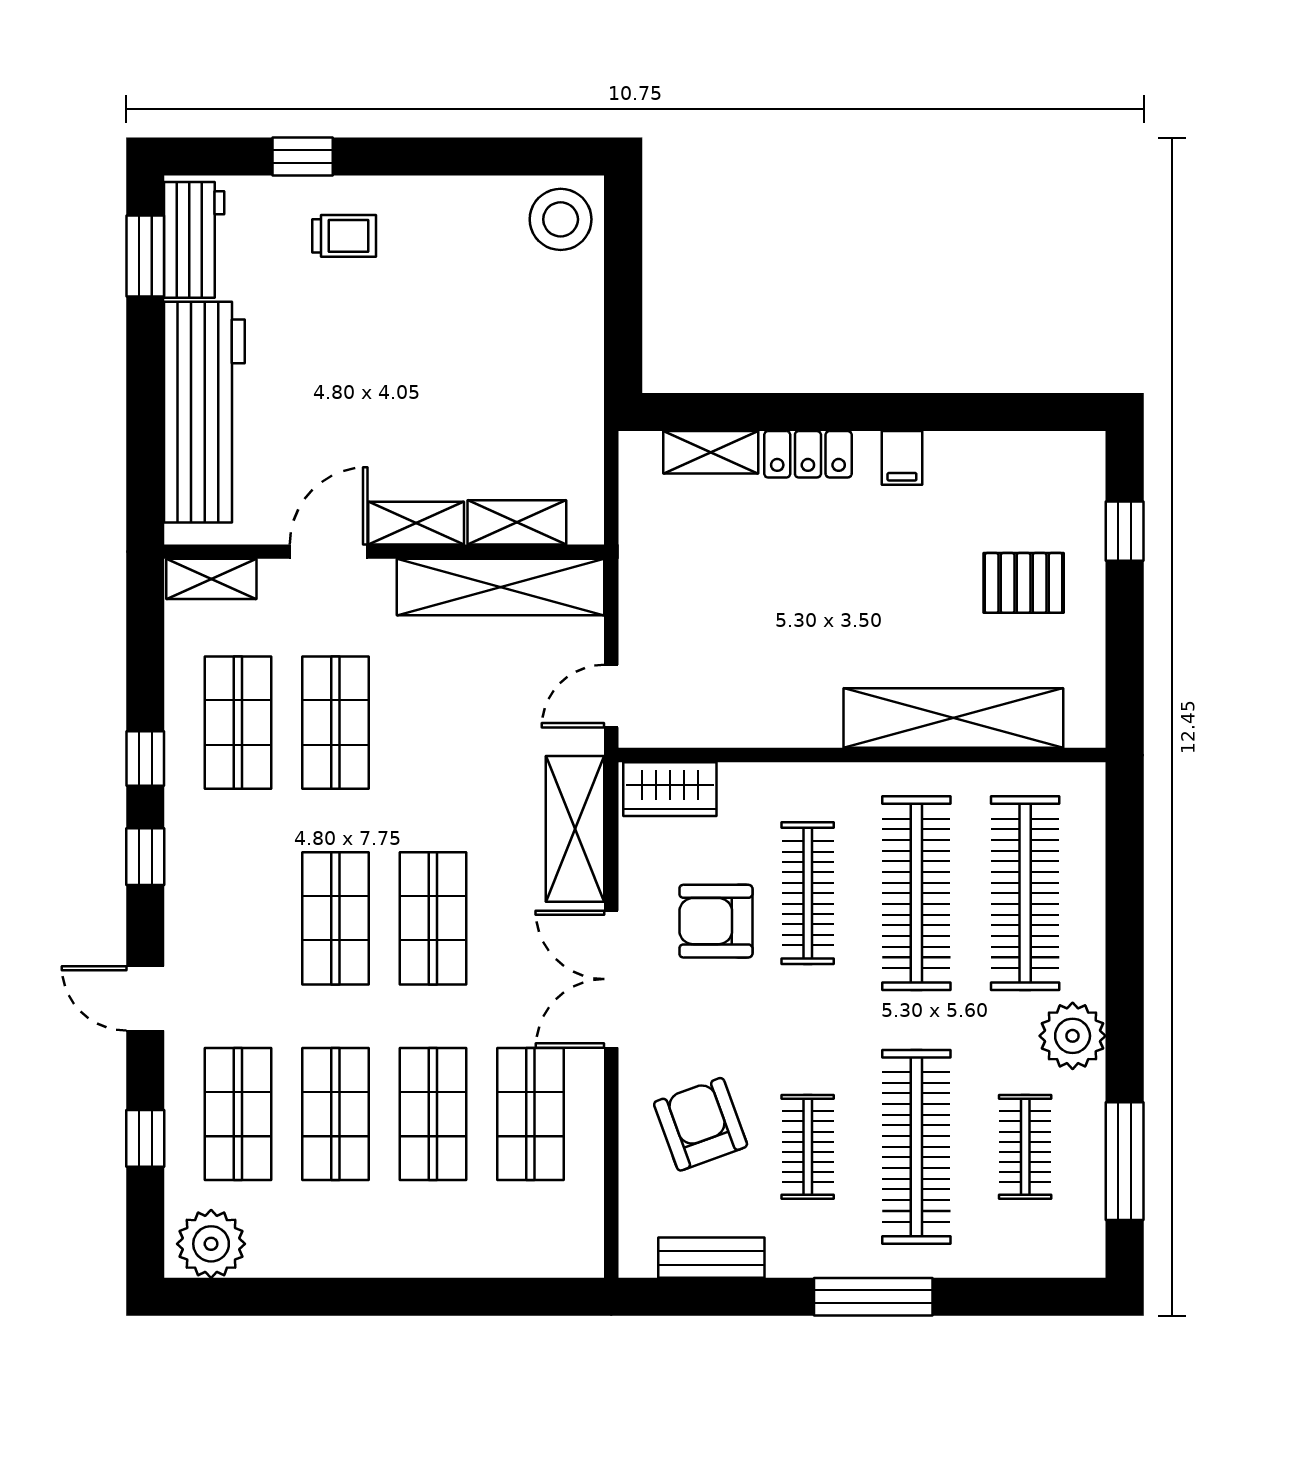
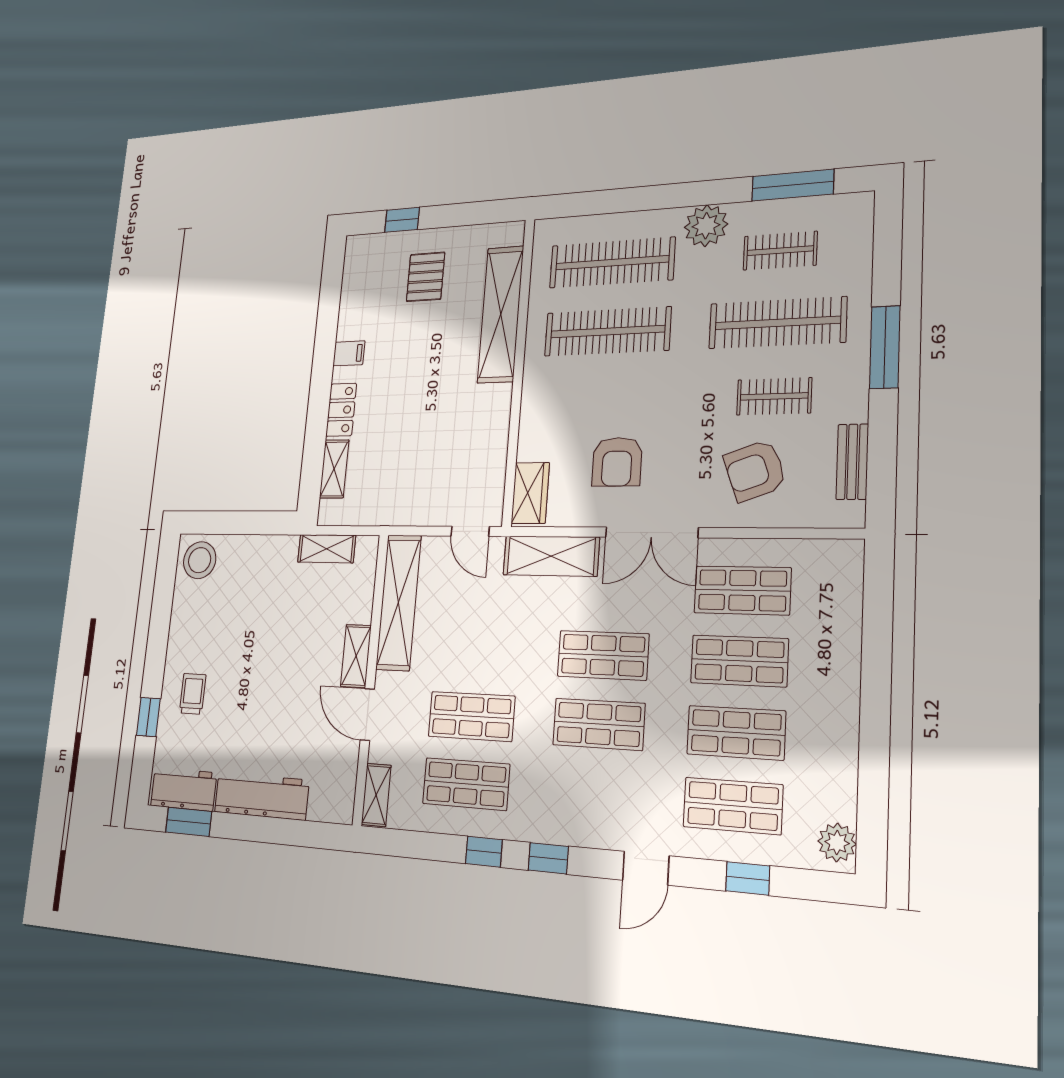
workbench: (204, 412) -> (261, 796), width x0.73, depth x0.76
shelving: (517, 522) -> (327, 549), moved, turned 90
clothes rail: (808, 893) -> (603, 402), removed
plant: (211, 1244) -> (837, 843), width x0.73, depth x0.73

